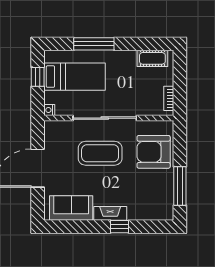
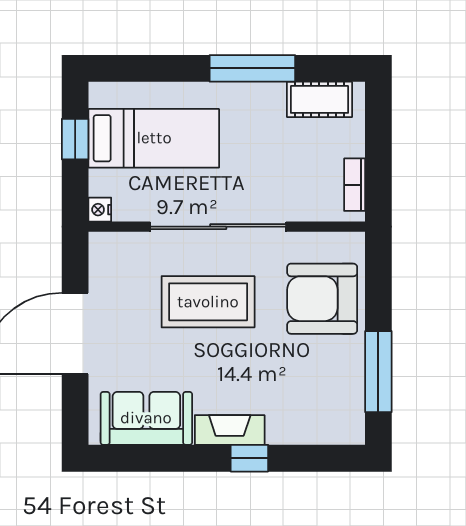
window: (94, 44) -> (252, 68), moved

